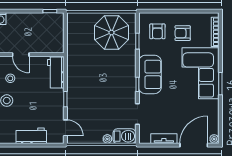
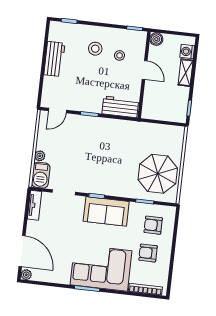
shelving: (19, 18) -> (186, 73), added
armchair: (183, 33) -> (148, 253), turned -90
door: (21, 55) -> (145, 70), swing flipped
workbench: (31, 136) -> (54, 59), moved
tv unit: (164, 139) -> (34, 205), moved

